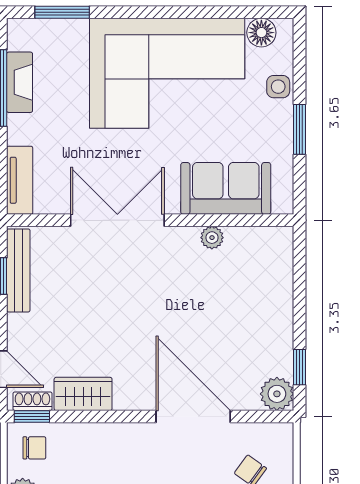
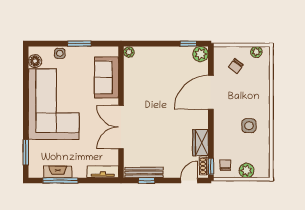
plant: (212, 238) -> (129, 52), moved

